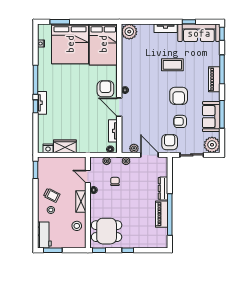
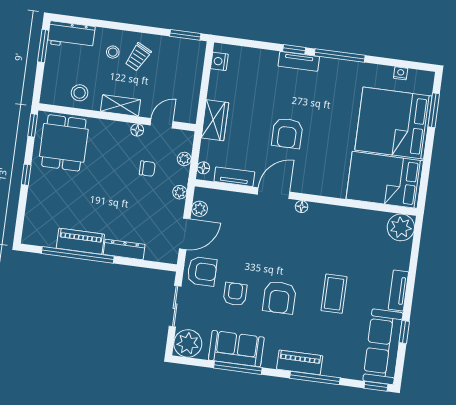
armchair: (105, 89) -> (287, 133), moved, turned 90
armchair: (179, 96) -> (279, 297), turned -90
wardrobe: (65, 146) -> (215, 120), moved

